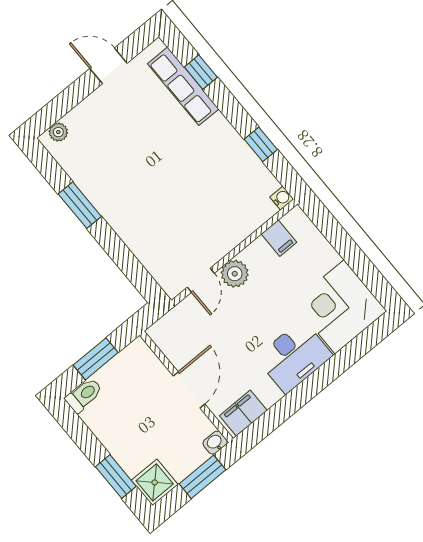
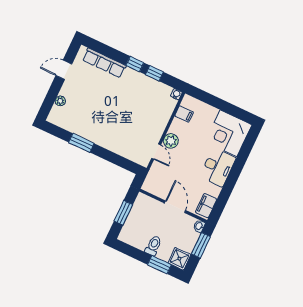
window: (201, 72) -> (135, 64), moved
plant: (58, 132) -> (60, 101), moved
toilet: (84, 395) -> (153, 246), moved

